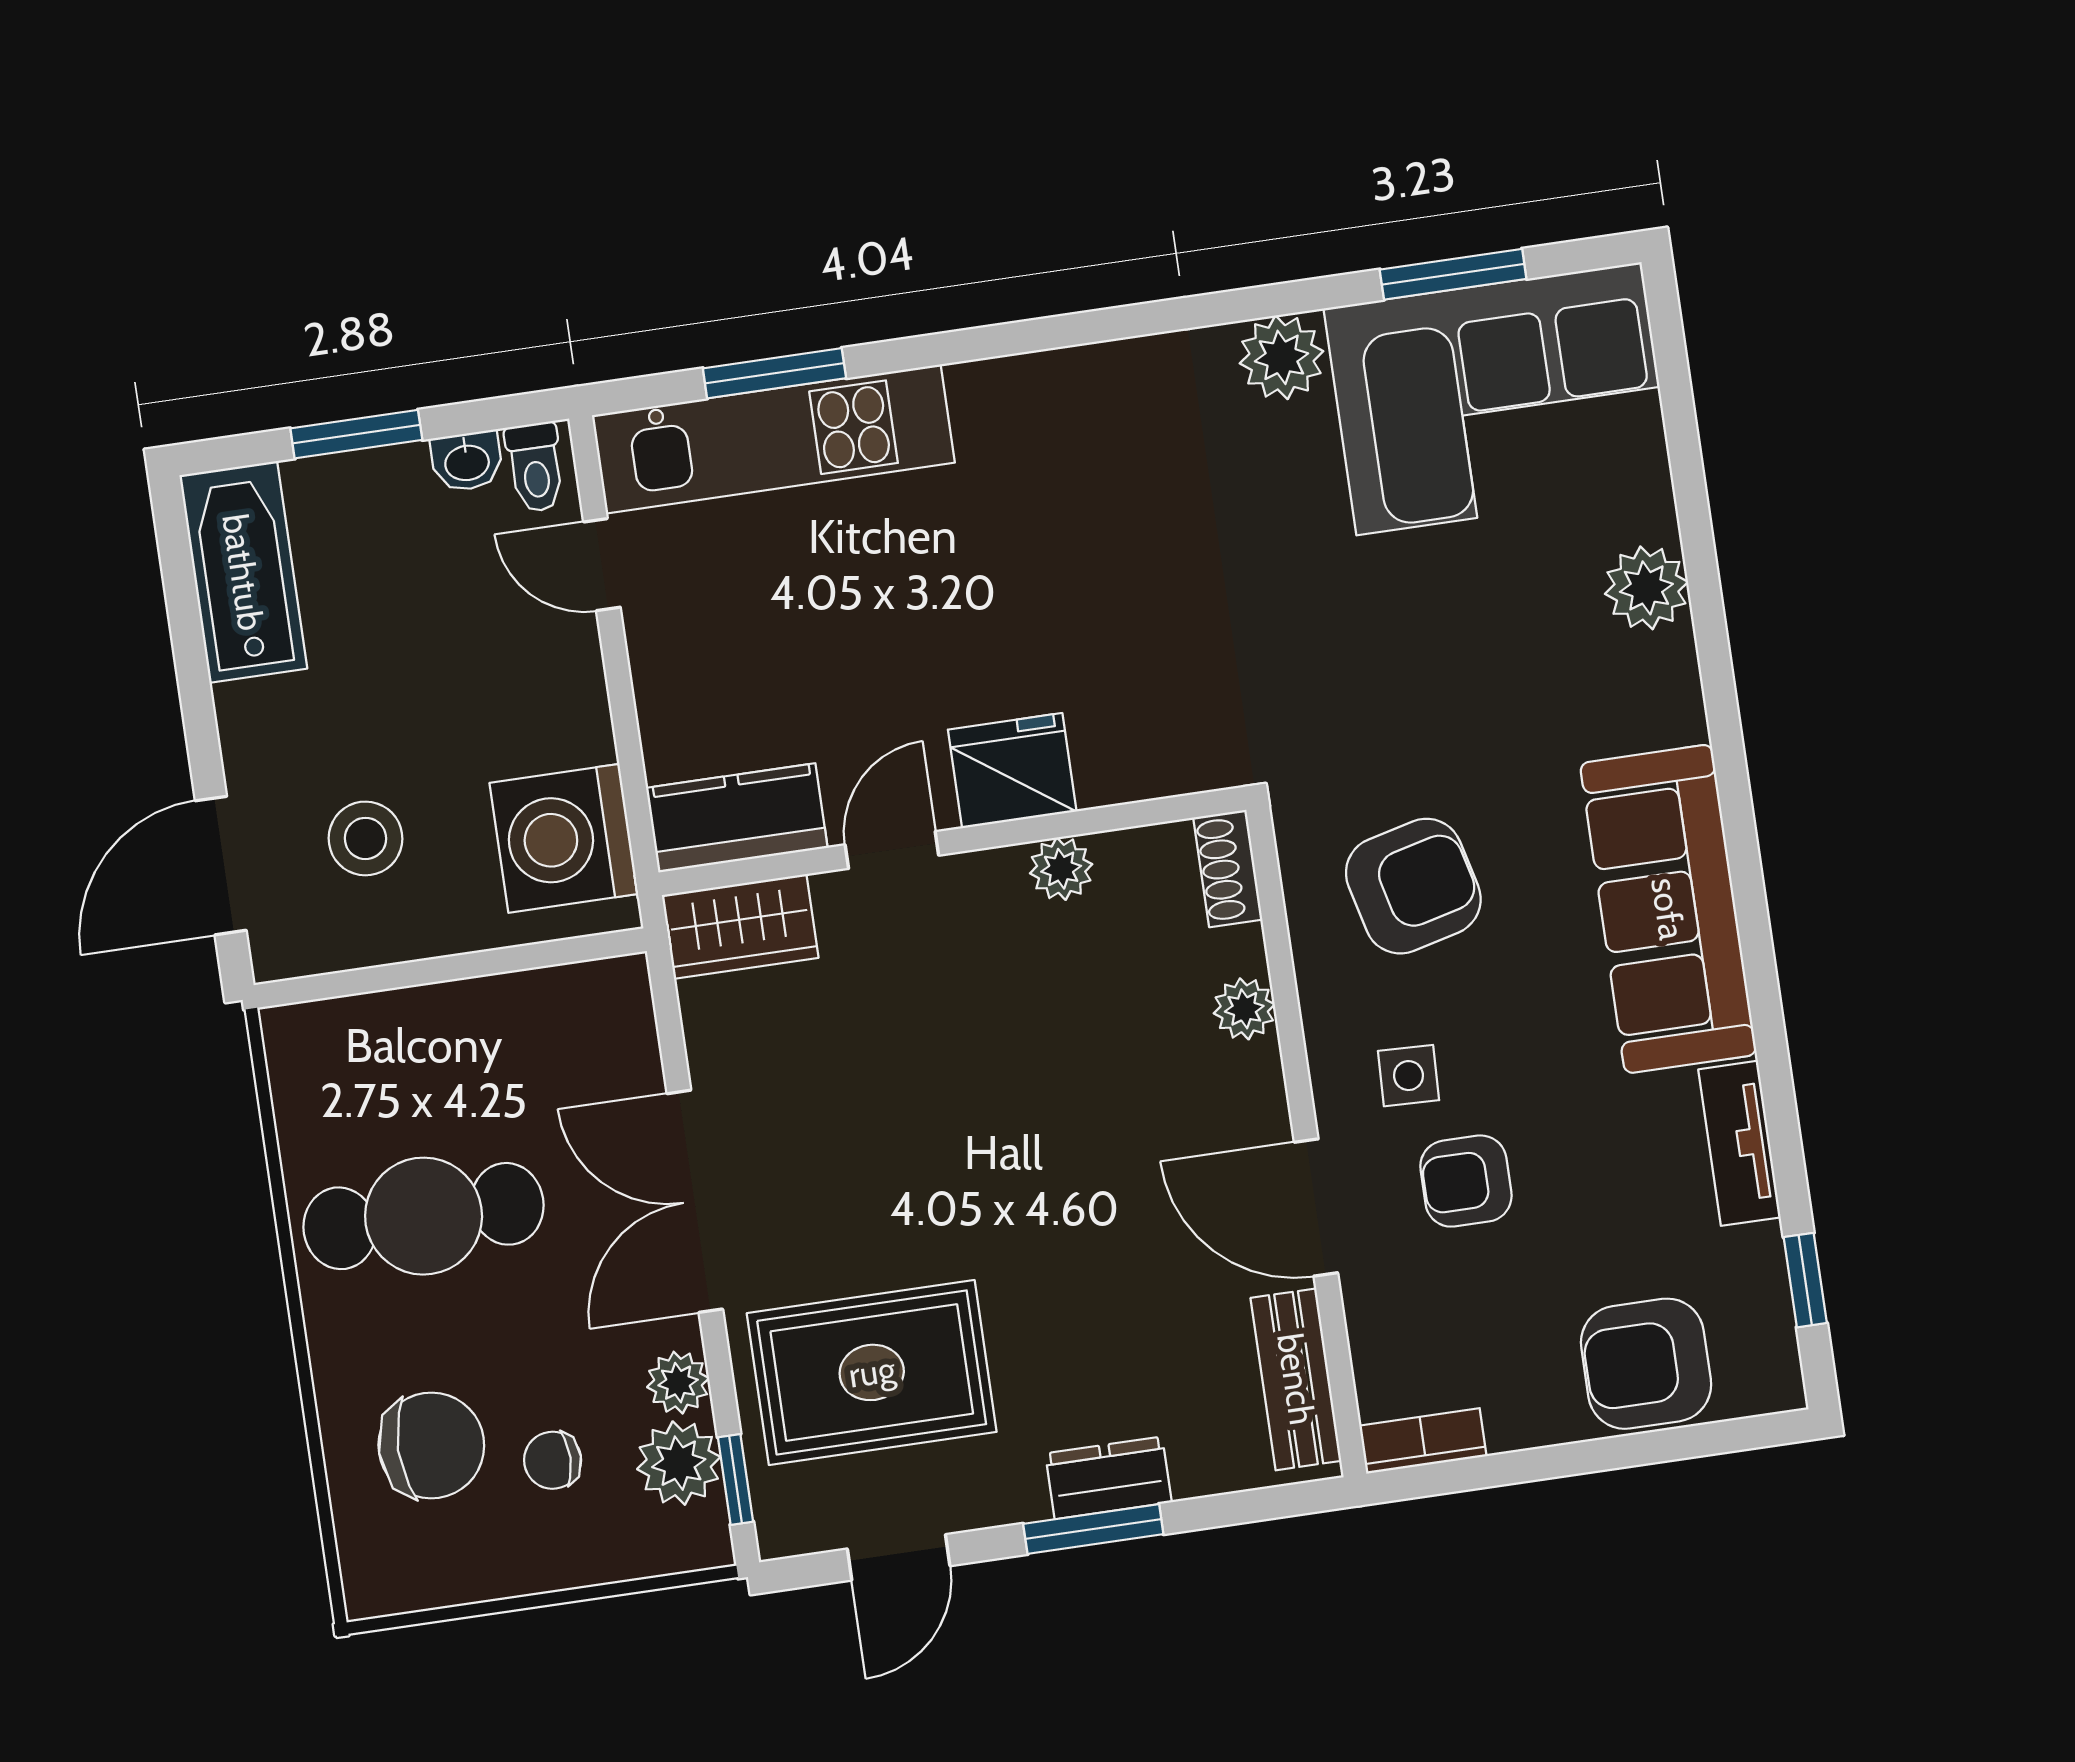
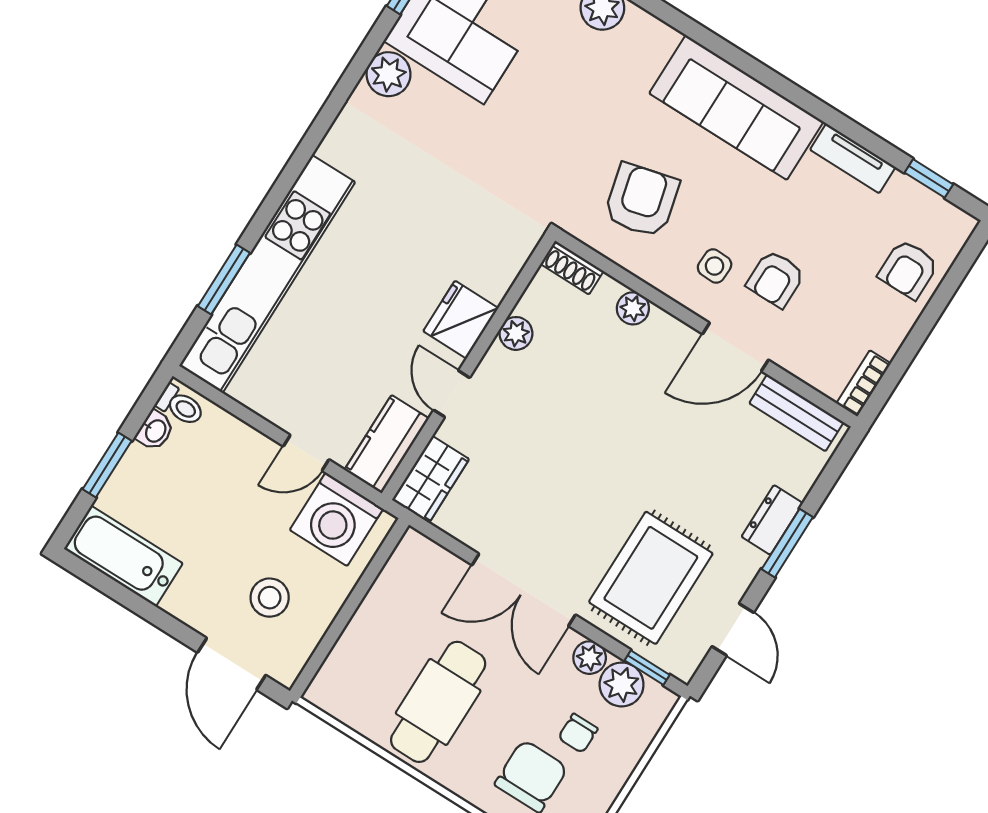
kitchen unit: (773, 439) -> (267, 274), width x1.36
door: (602, 565) -> (306, 453), moved
armchair: (1646, 1364) -> (908, 269), width x0.72, depth x0.72

